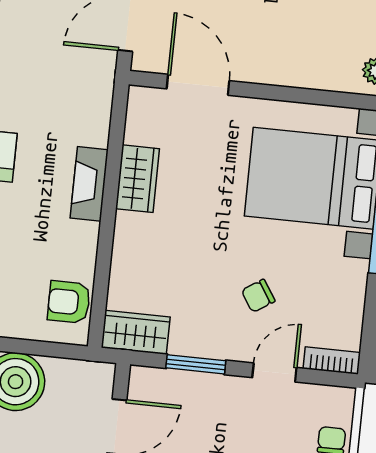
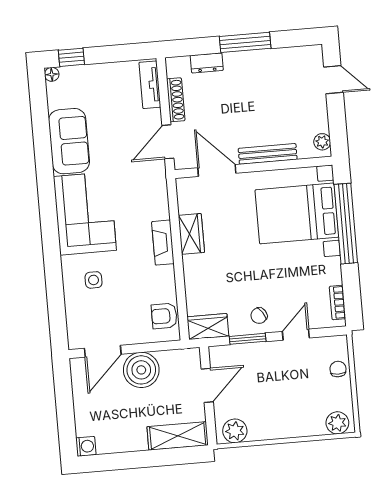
bench: (285, 74) -> (268, 154), added
chair: (258, 296) -> (259, 316), moved
bookcase: (332, 361) -> (338, 302), moved, turned -90

